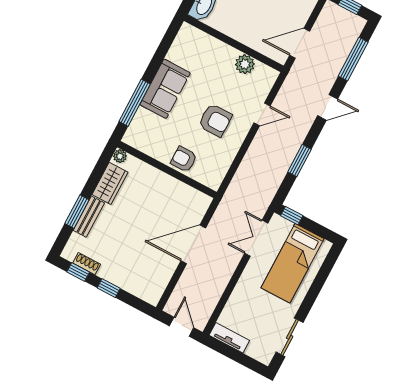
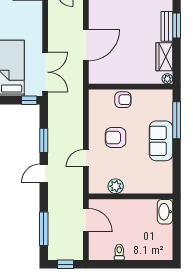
door: (300, 43) -> (86, 220), hinge flipped
door: (328, 107) -> (44, 173), moved
double door: (256, 238) -> (45, 72), width x1.37

